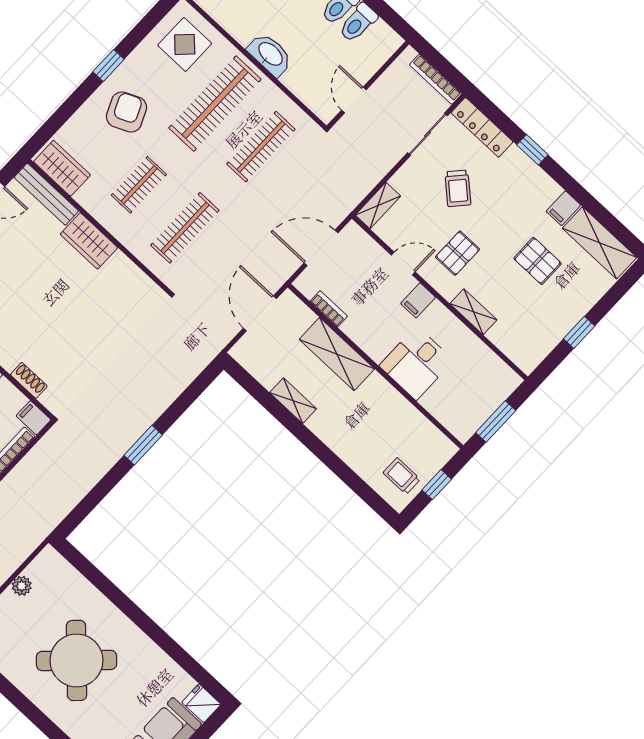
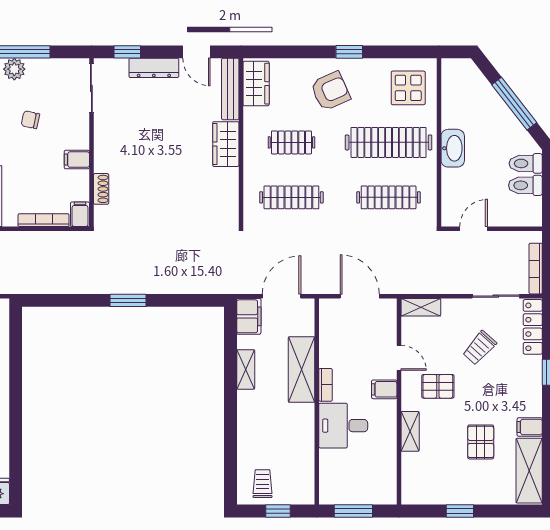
bookcase: (329, 309) -> (326, 385), moved
filing cabinet: (251, 357) -> (249, 316), added

